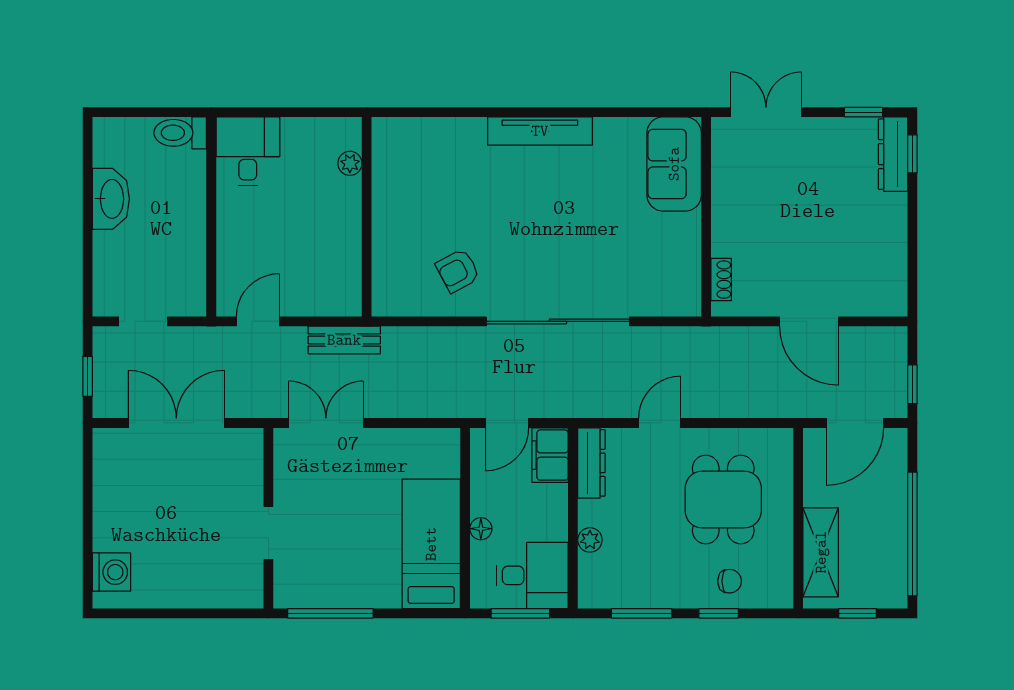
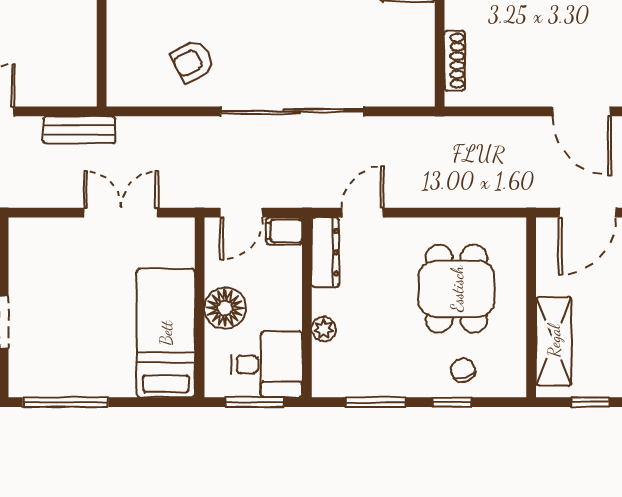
shoe rack: (721, 280) -> (455, 61), width x1.43
door: (809, 321) -> (582, 111), moved
double door: (326, 423) -> (121, 213), moved
door: (660, 423) -> (363, 213), moved
filing cabinet: (550, 455) -> (284, 231), width x0.50
floor lamp: (481, 529) -> (225, 308), width x1.89, depth x1.89
chair: (730, 581) -> (463, 370), turned -110

